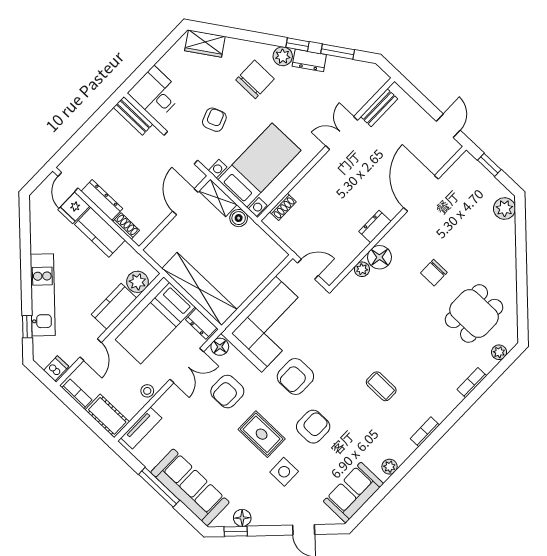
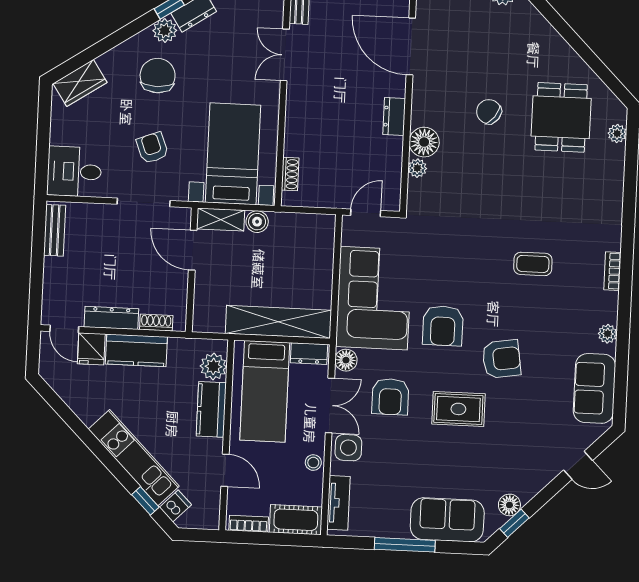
bench: (133, 116) -> (55, 230), moved, turned 90
chair: (434, 273) -> (489, 112), turned 127
dishwasher: (56, 368) -> (175, 506), moved, turned 45
bookcase: (472, 383) -> (616, 185), removed
armchair: (313, 427) -> (501, 359), turned 81
side table: (284, 472) -> (348, 448), moved
sofa: (190, 487) -> (447, 520), width x0.73

